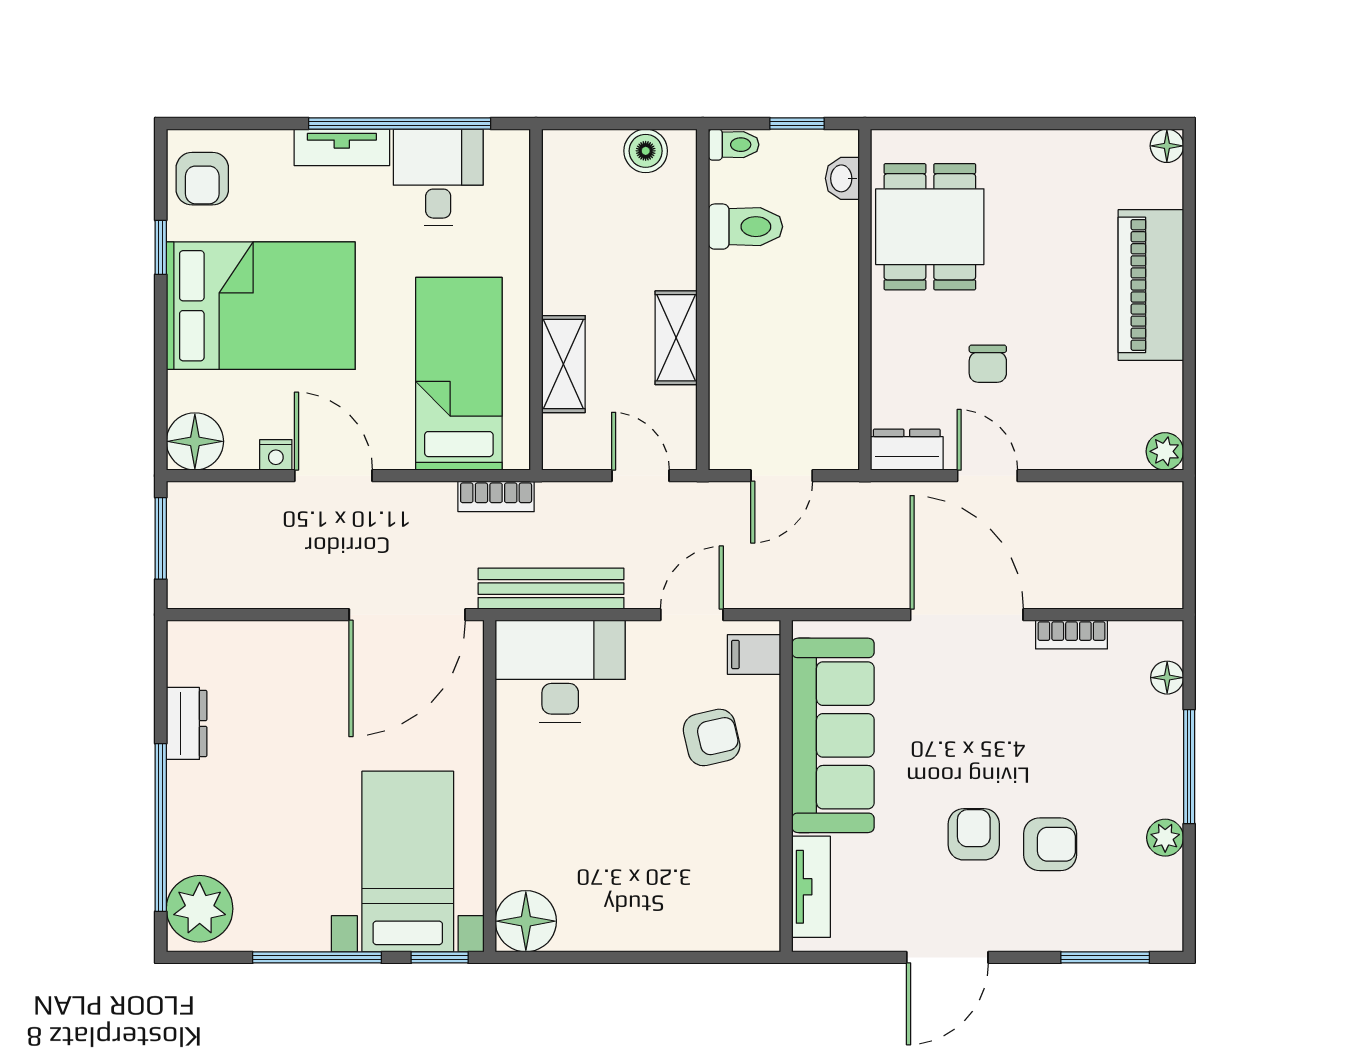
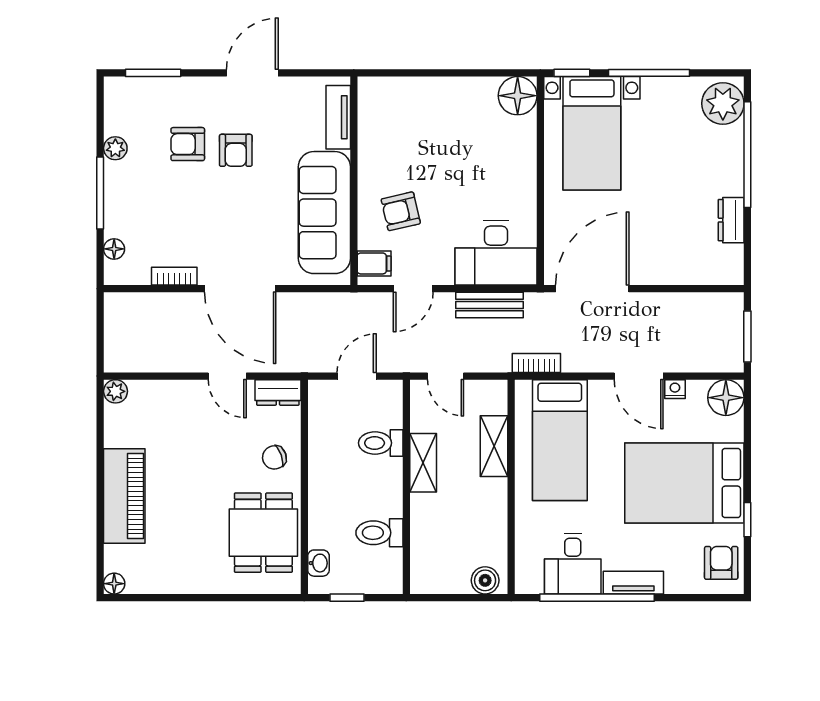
toilet: (734, 145) -> (381, 443), moved, width x1.37, depth x1.39
boiler: (646, 151) -> (485, 580), moved
chair: (988, 364) -> (274, 457), moved, turned -110
bench: (551, 589) -> (490, 305), width x0.73

